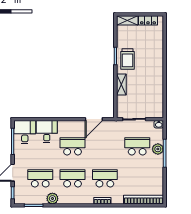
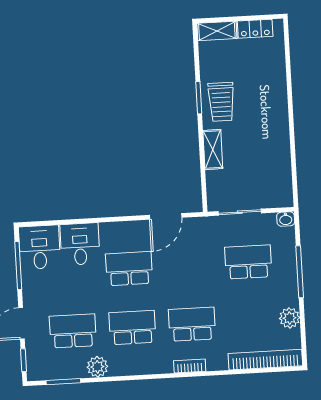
plant: (158, 149) -> (290, 318), moved

